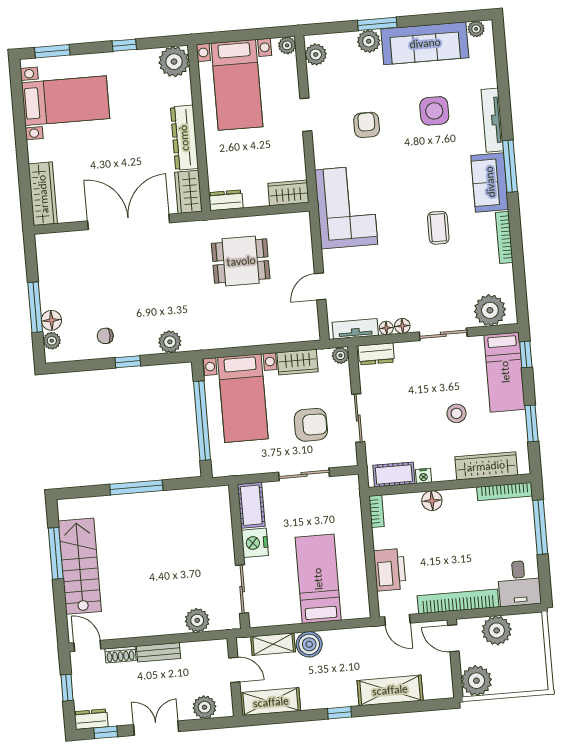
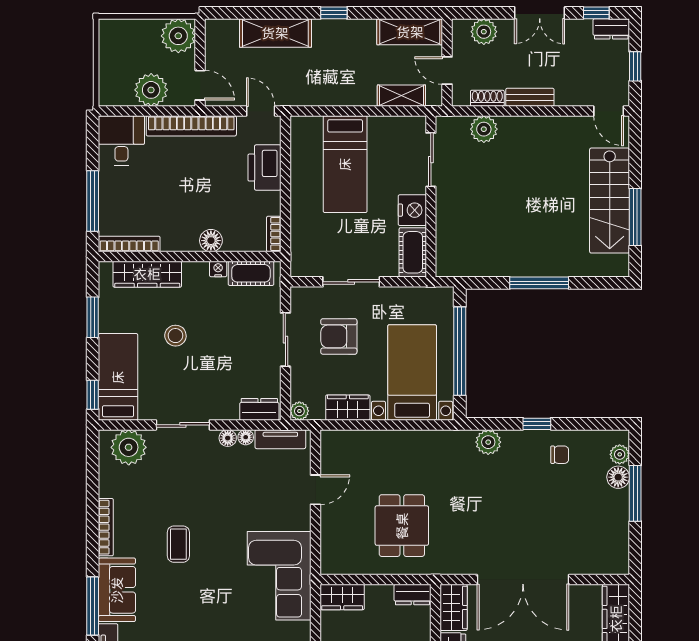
dining table: (241, 261) -> (402, 526), turned 90
boiler: (309, 644) -> (361, 92), removed
shoe rack: (120, 655) -> (487, 98), moved

